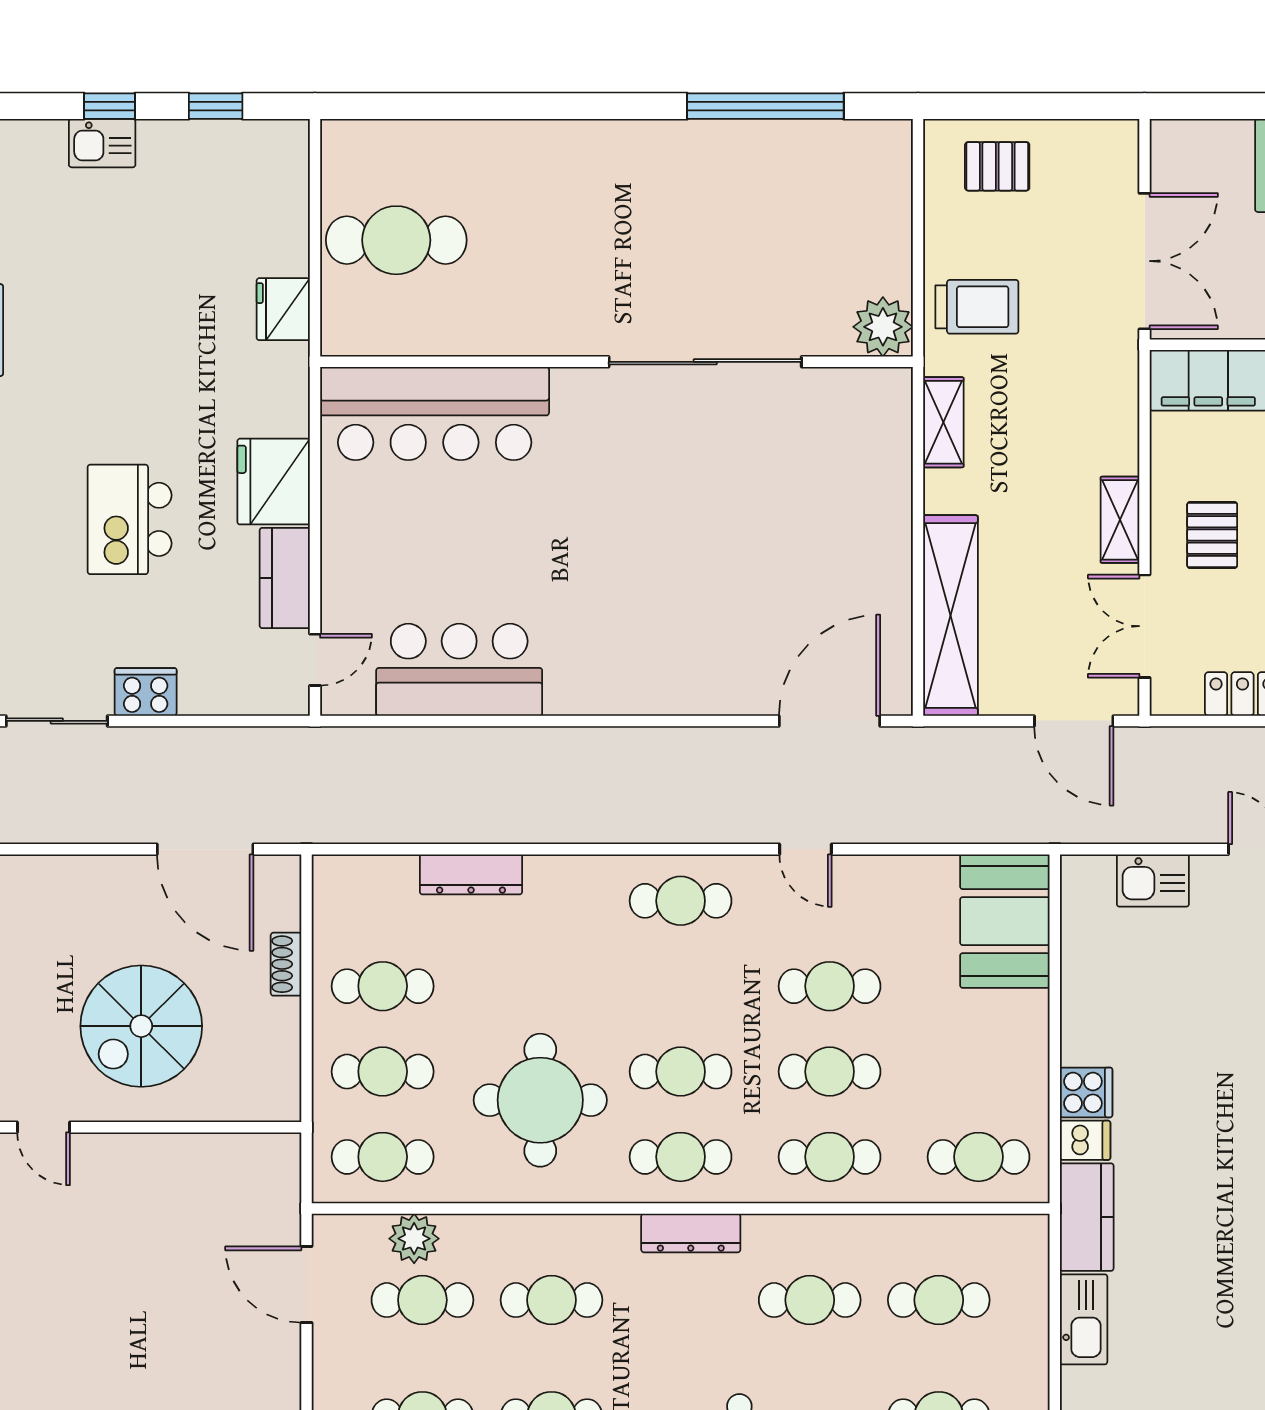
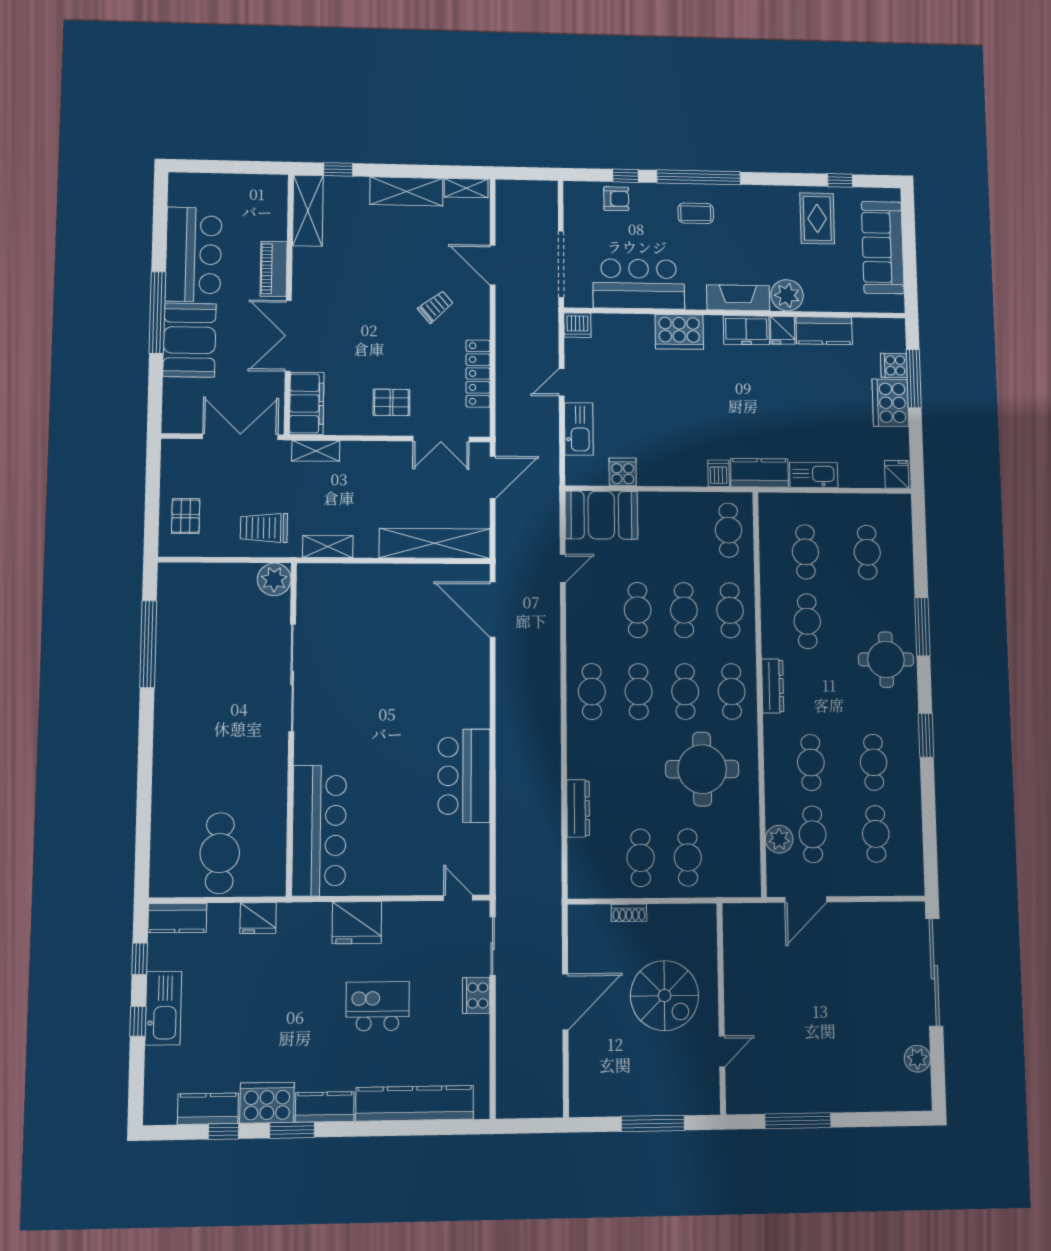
kitchen sink: (102, 143) -> (163, 1008), width x1.88, depth x1.24
trolley: (977, 307) -> (264, 528), turned -90
kitchen island: (130, 519) -> (378, 1006), turned 180
shelving: (1120, 520) -> (316, 451), moved
kitchen counter: (285, 578) -> (177, 918), moved
bar counter: (459, 670) -> (464, 776), moved
sliding door: (57, 721) -> (493, 946), moved
door: (205, 849) -> (565, 1002), moved
door: (805, 849) -> (563, 568), moved
kitchen sink: (1153, 881) -> (579, 429), width x1.38
cooker: (1086, 1092) -> (623, 472), moved
cafe table: (383, 1157) -> (639, 692), moved

